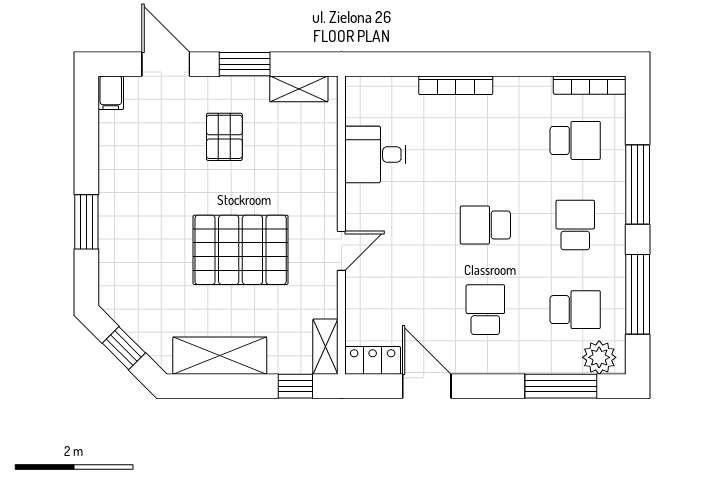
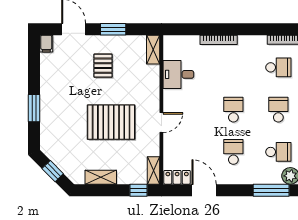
shelving: (299, 89) -> (153, 50), moved, turned 90
school desk: (485, 225) -> (233, 110), turned 90
shelving: (220, 356) -> (101, 177), width x0.67, depth x0.75

